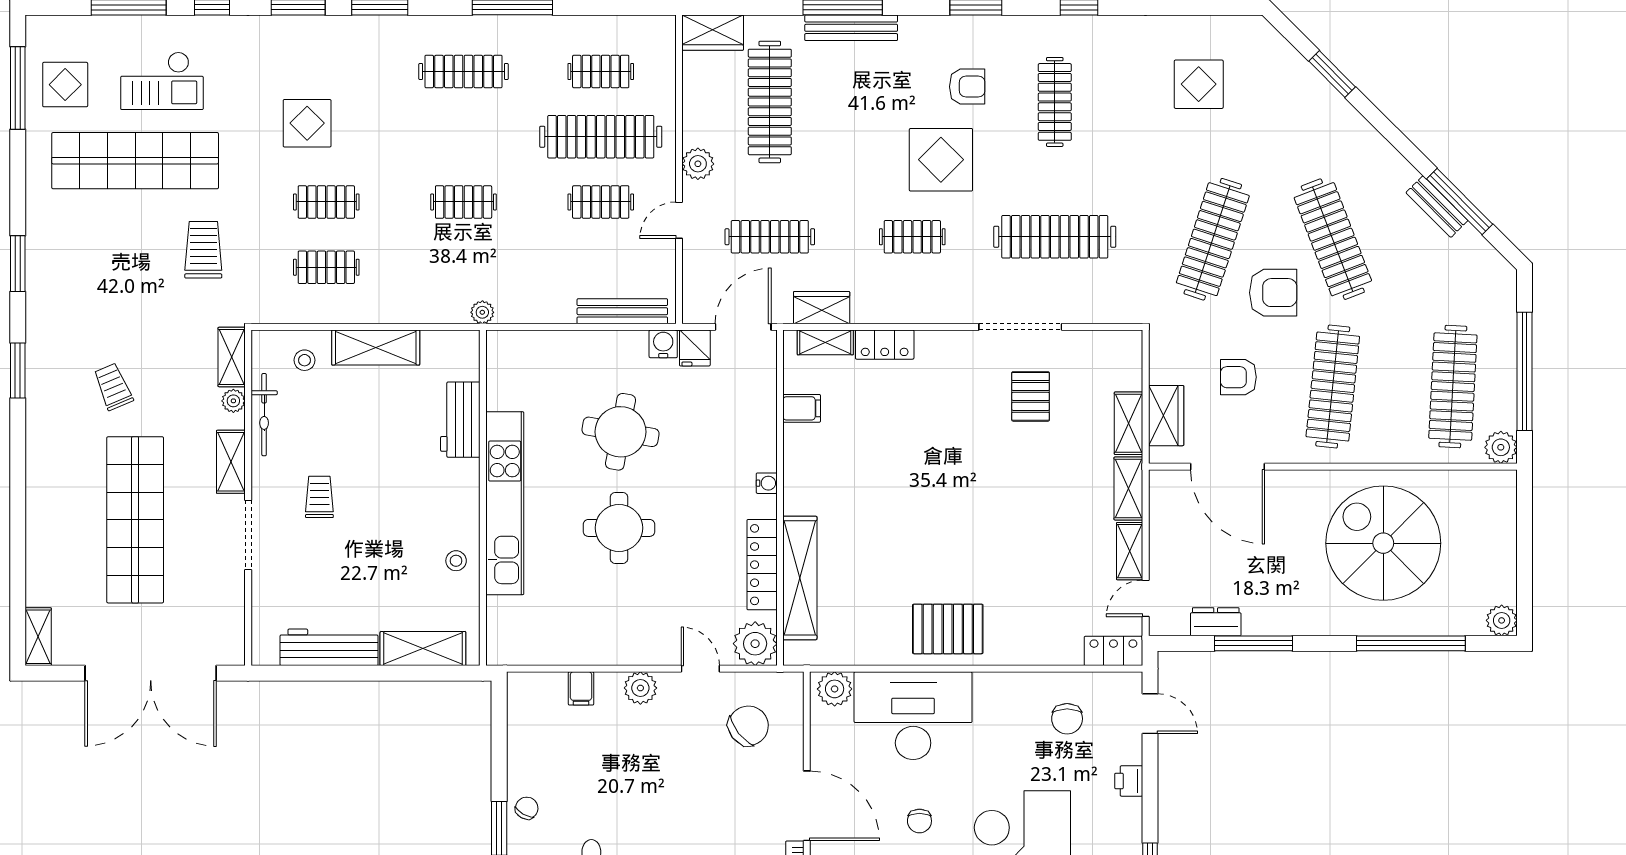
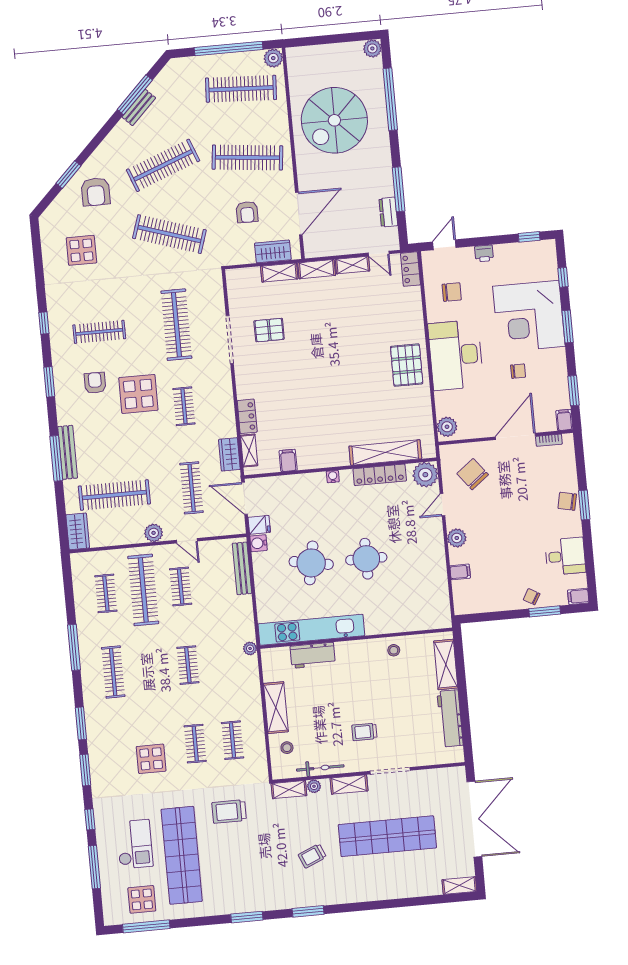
armchair: (1273, 293) -> (96, 192), moved, turned 180
kitchen unit: (505, 503) -> (311, 630), moved
desk: (913, 716) -> (456, 355), moved

